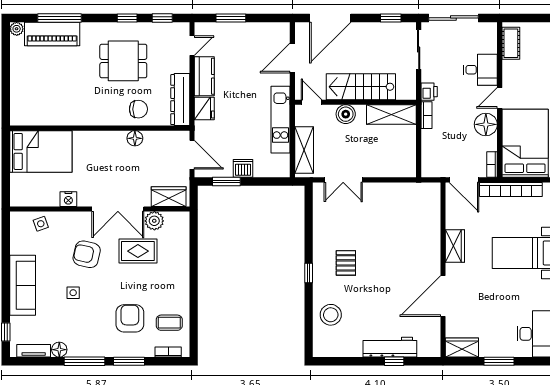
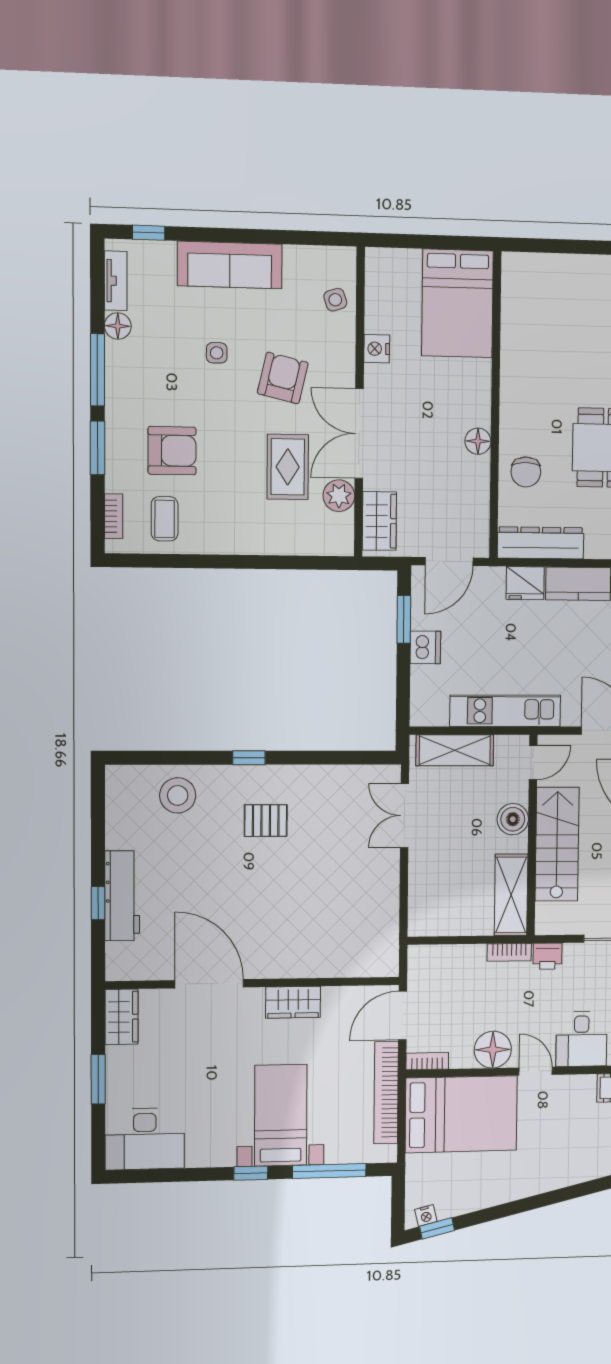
floor lamp: (135, 138) -> (478, 441), moved

